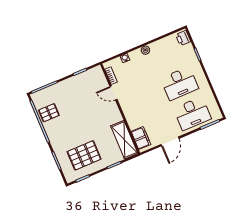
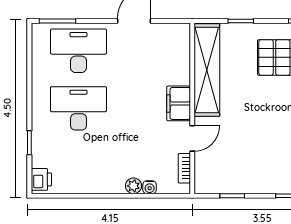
plant: (145, 50) -> (133, 186), moved
door: (113, 93) -> (192, 138), hinge flipped
filing cabinet: (141, 138) -> (179, 103), moved
shelving: (124, 140) -> (207, 70), width x1.47

